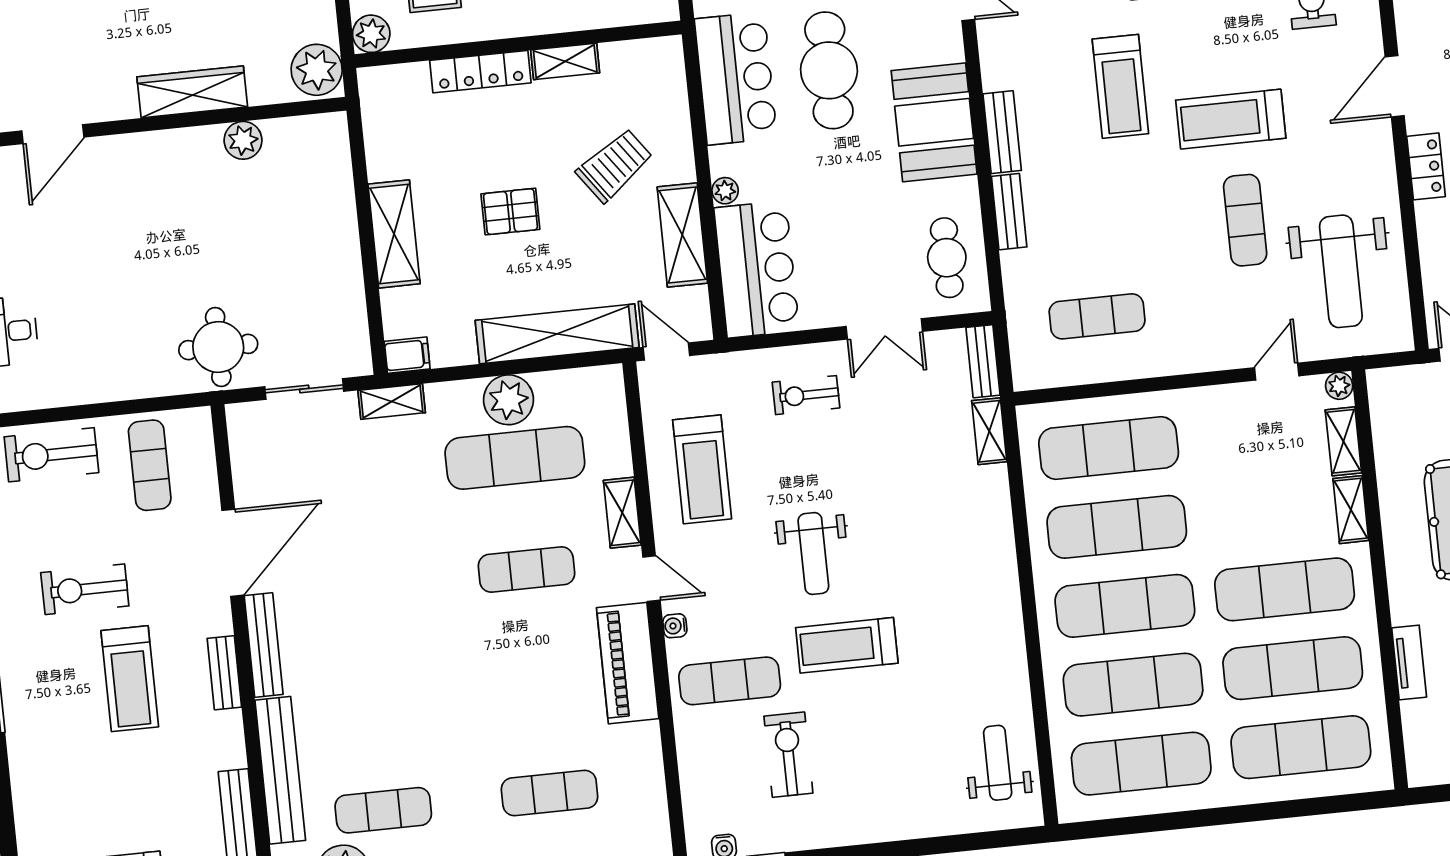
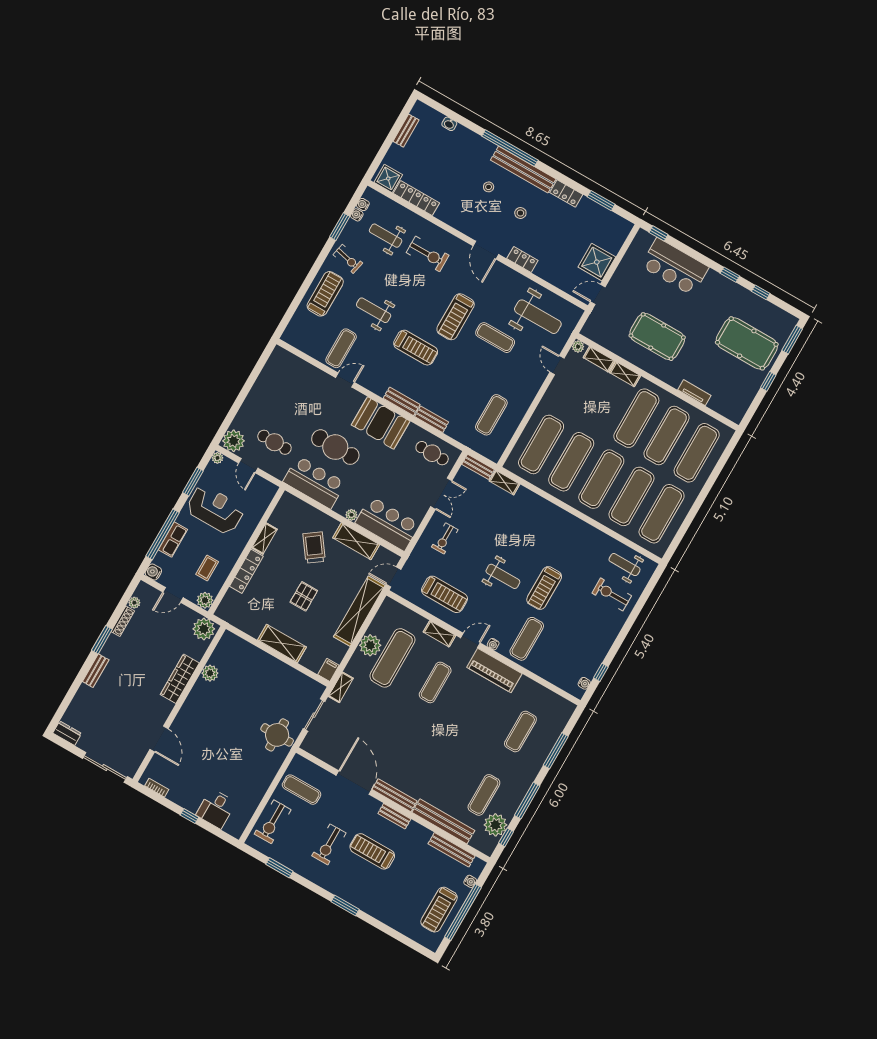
treadmill: (130, 679) -> (372, 851), turned 180
exercise bike: (788, 755) -> (612, 594), moved

